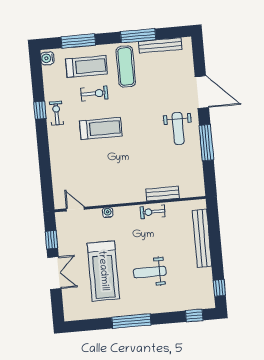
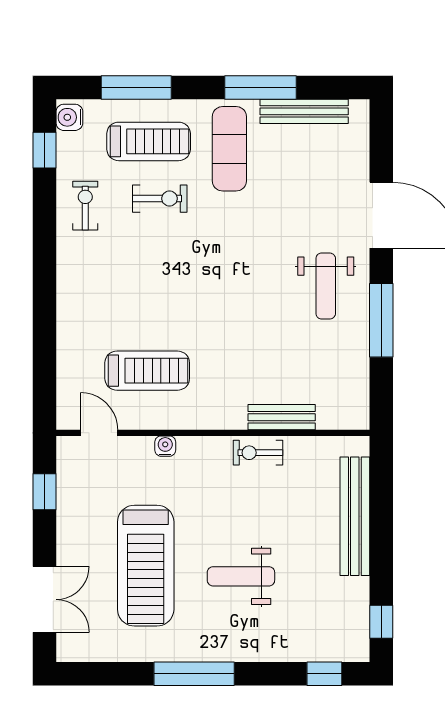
window: (40, 110) -> (45, 150), moved
exercise bike: (57, 113) -> (85, 206), moved
treadmill: (101, 128) -> (147, 371), moved
double door: (54, 273) -> (45, 599), moved

